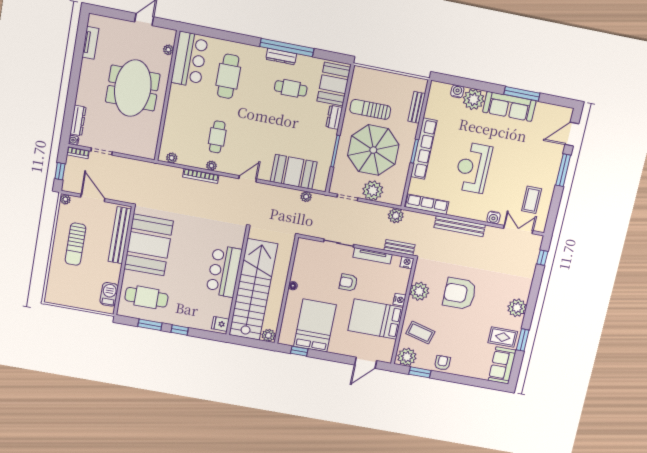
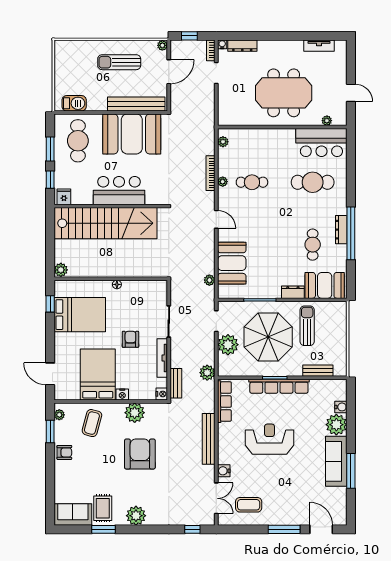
bar counter: (224, 271) -> (119, 191), moved
wall: (238, 282) -> (111, 206), moved
stairs: (253, 290) -> (105, 223), moved
fridge: (220, 324) -> (64, 197), moved
plant: (407, 357) -> (59, 415), width x0.53, depth x0.53

